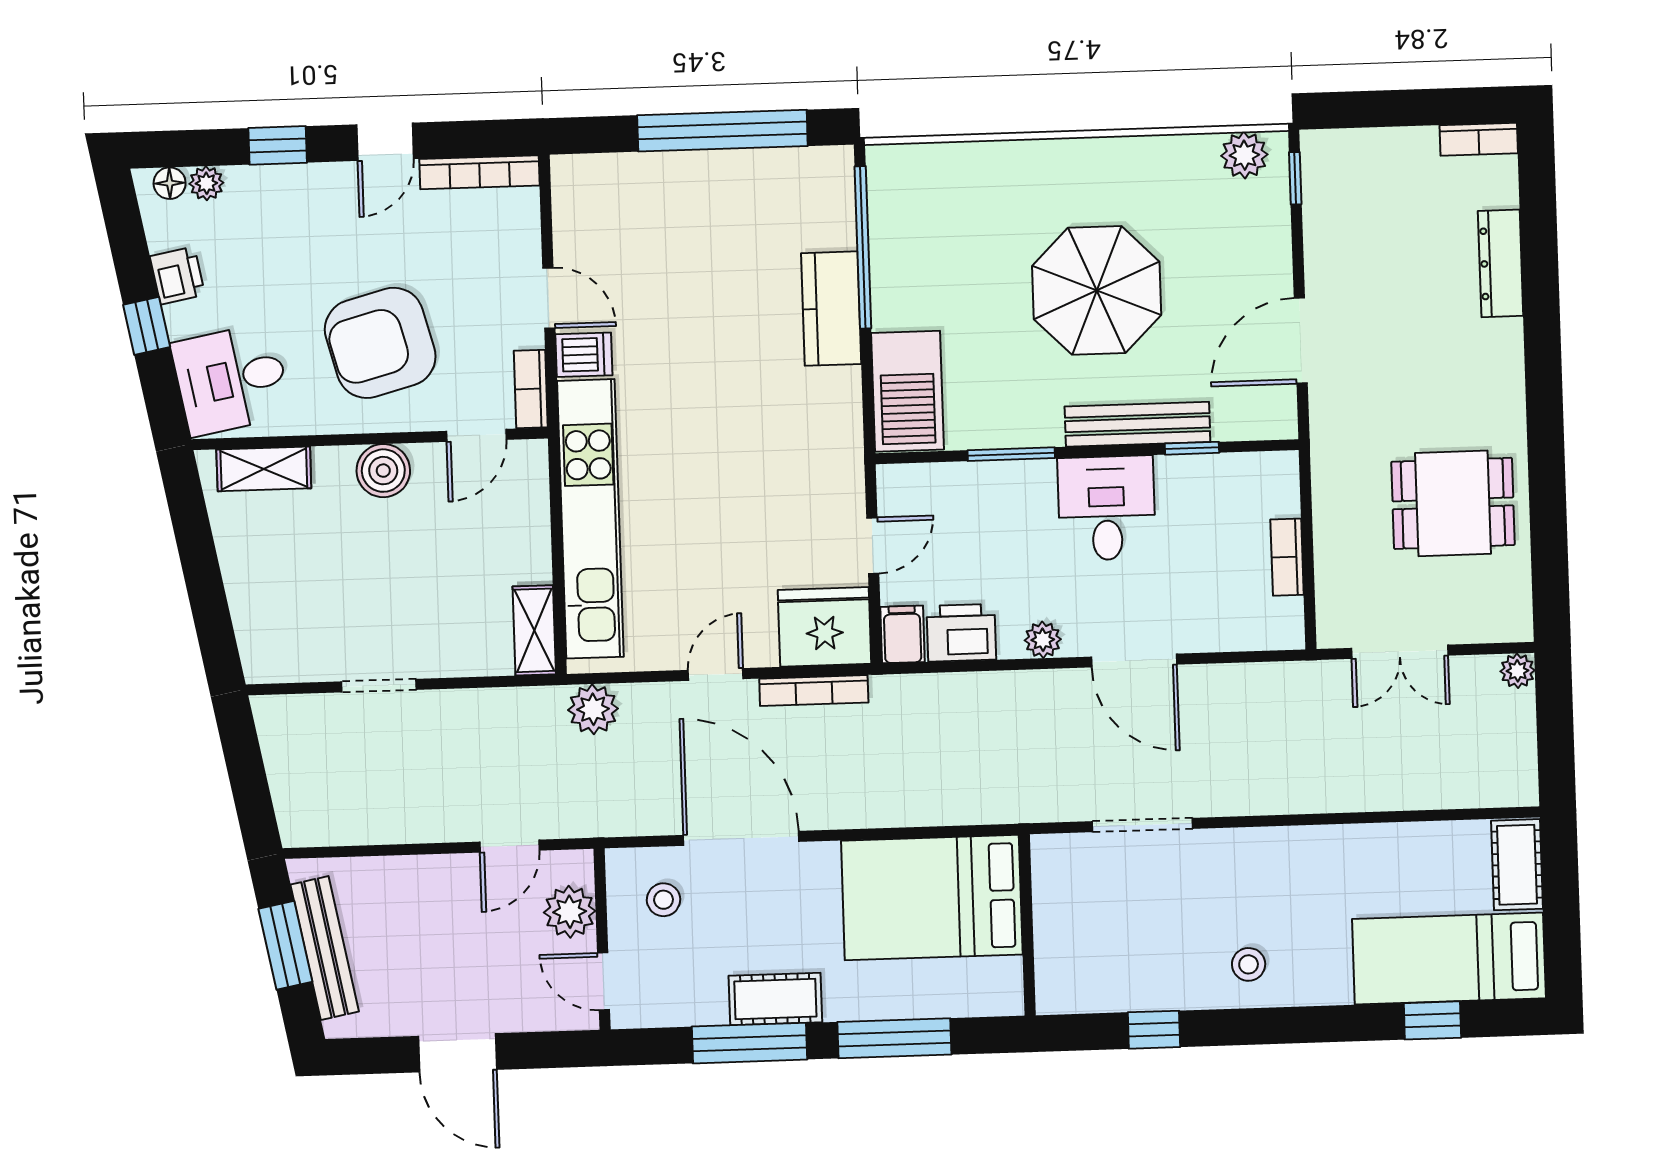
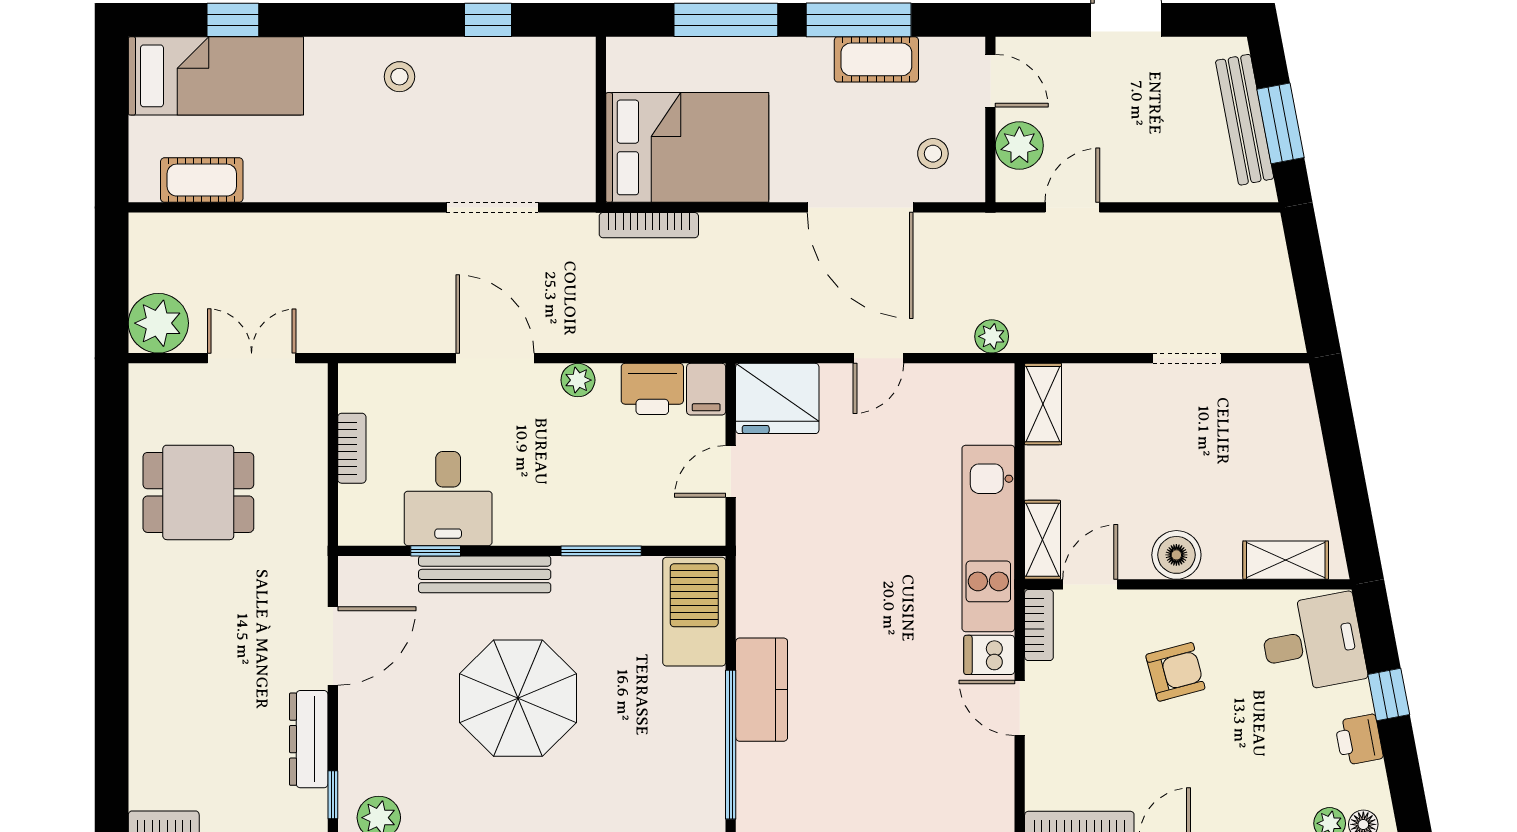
dresser: (1501, 263) -> (309, 739), moved, turned 180
armchair: (380, 343) -> (1175, 672), width x0.53, depth x0.53
shelving: (530, 482) -> (1043, 540), added
desk: (1107, 508) -> (448, 499), moved
kitchen unit: (590, 519) -> (988, 538), width x0.73
plant: (1518, 671) -> (158, 323), width x1.87, depth x1.87
bookcase: (814, 691) -> (649, 225), moved, turned 180
plant: (593, 709) -> (992, 336), width x0.73, depth x0.73
cot: (1517, 865) -> (202, 180), moved, turned 90
cot: (775, 999) -> (876, 59), moved

